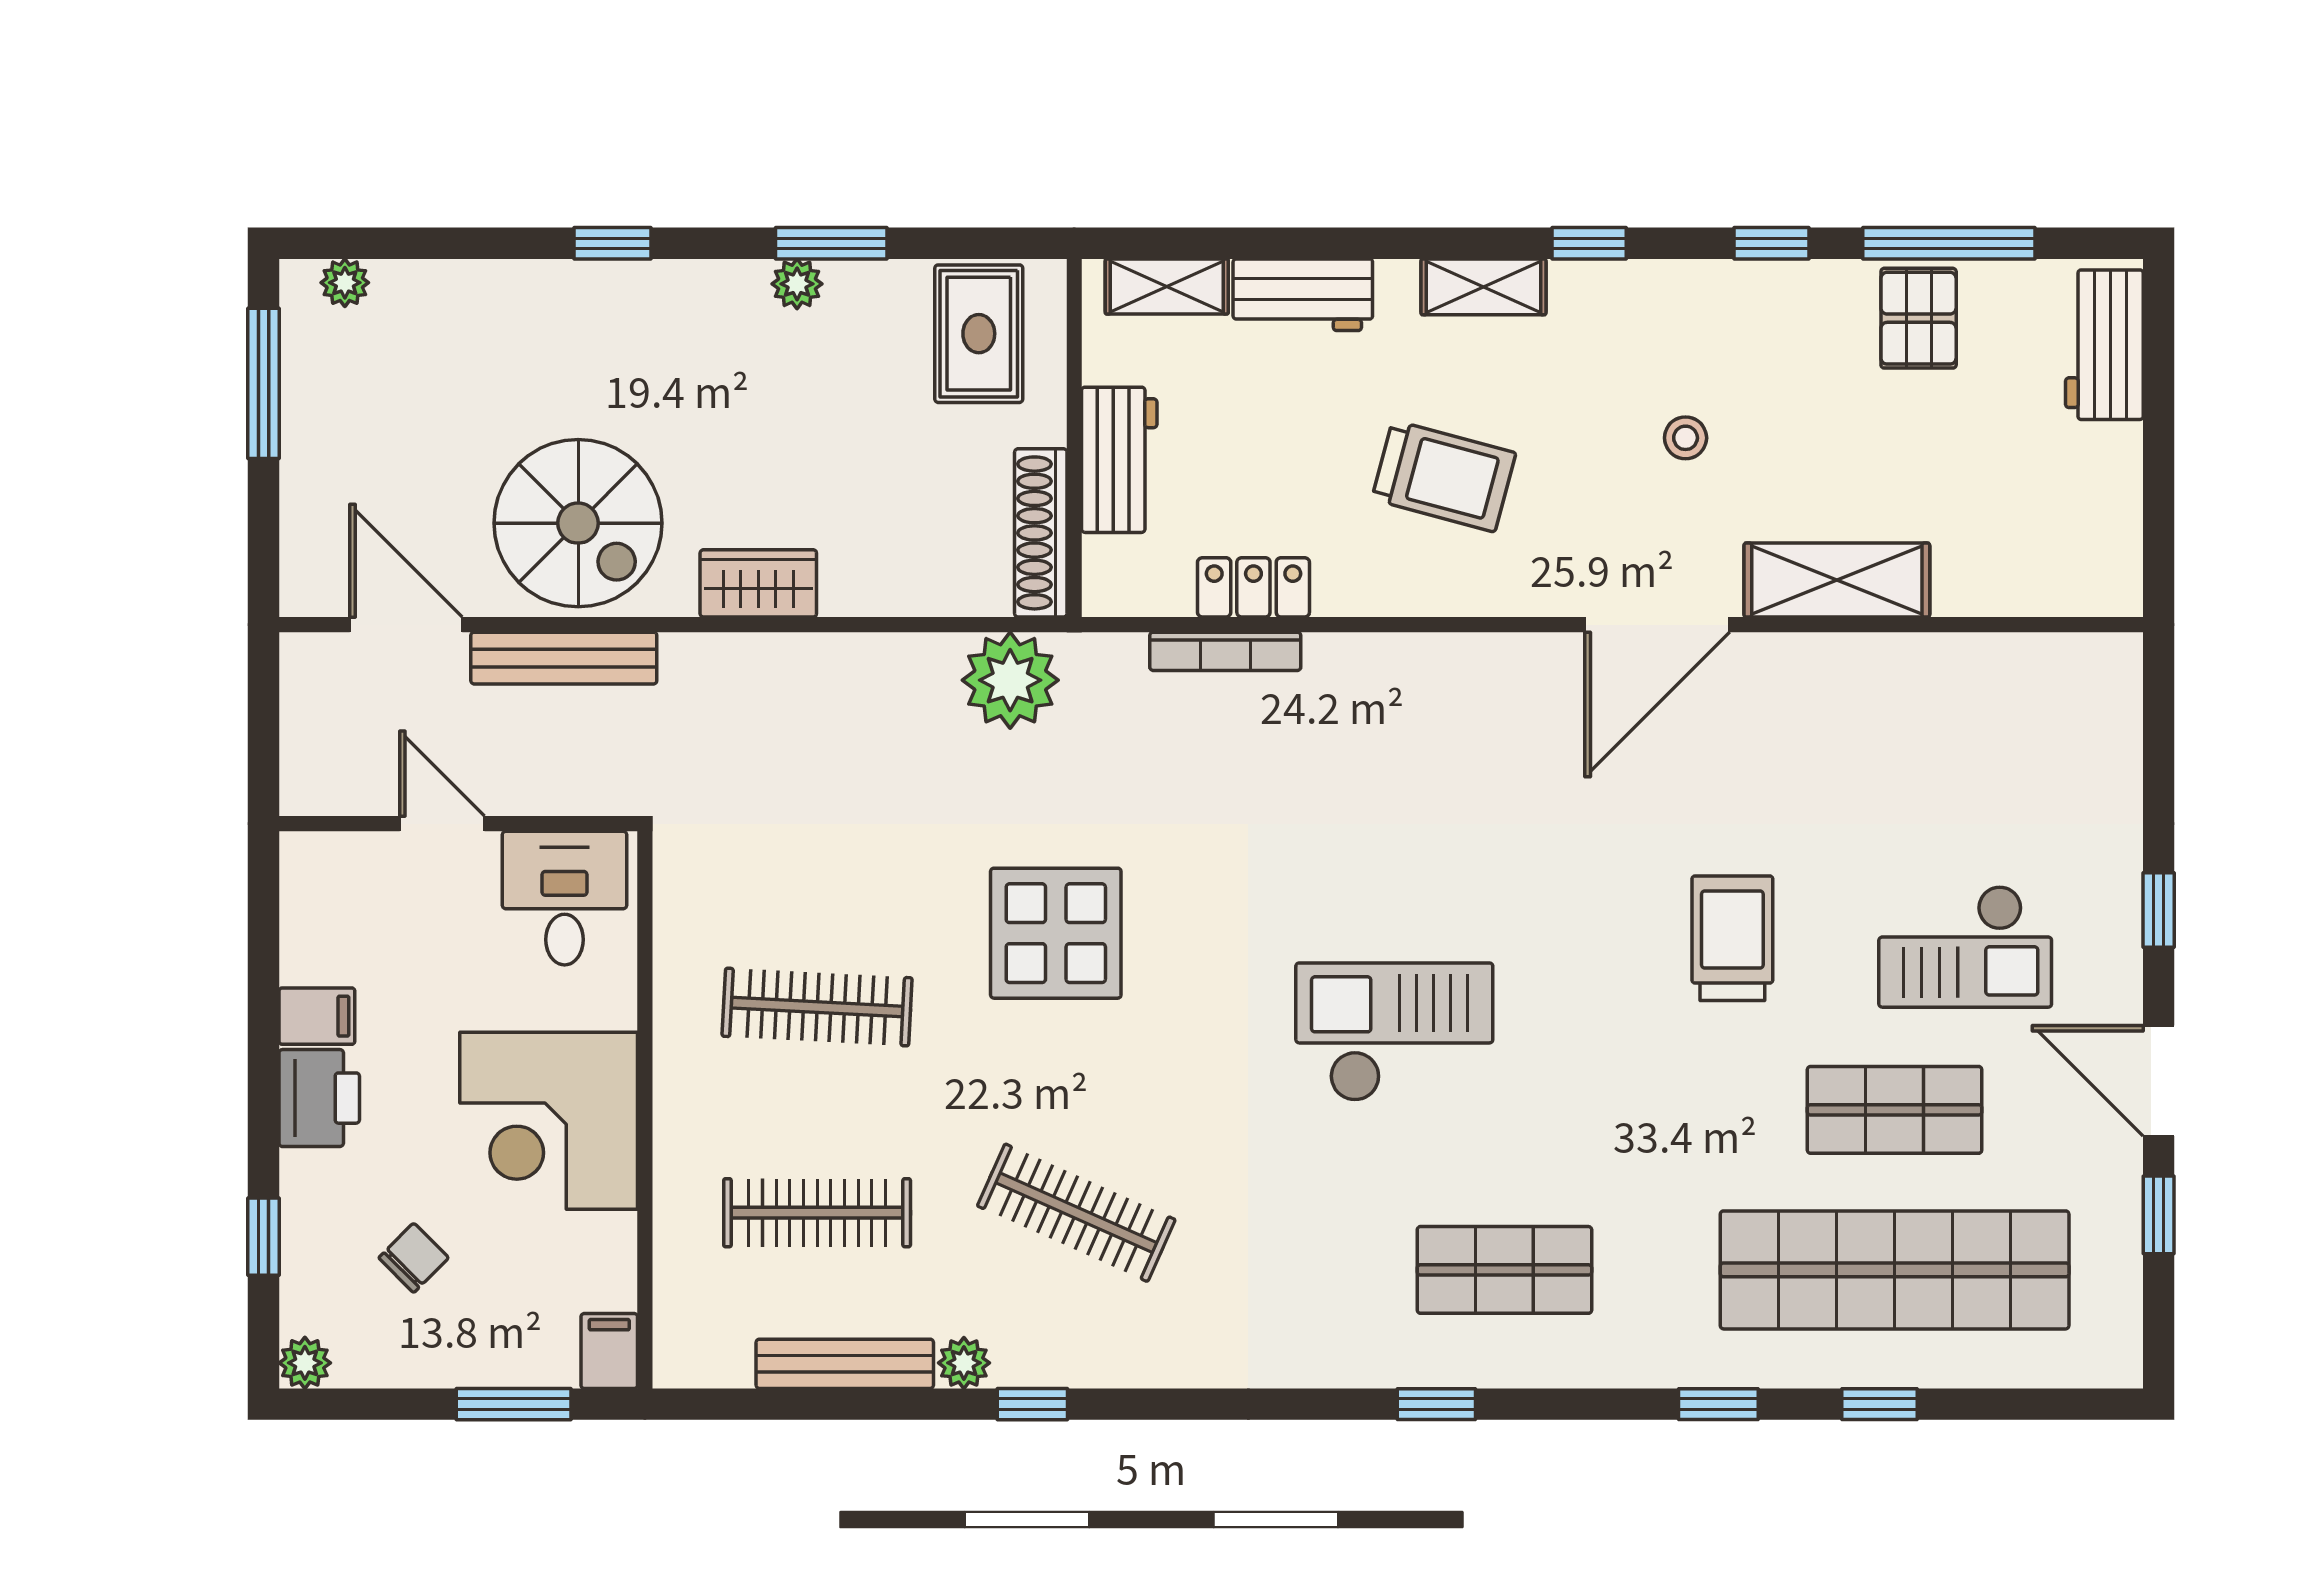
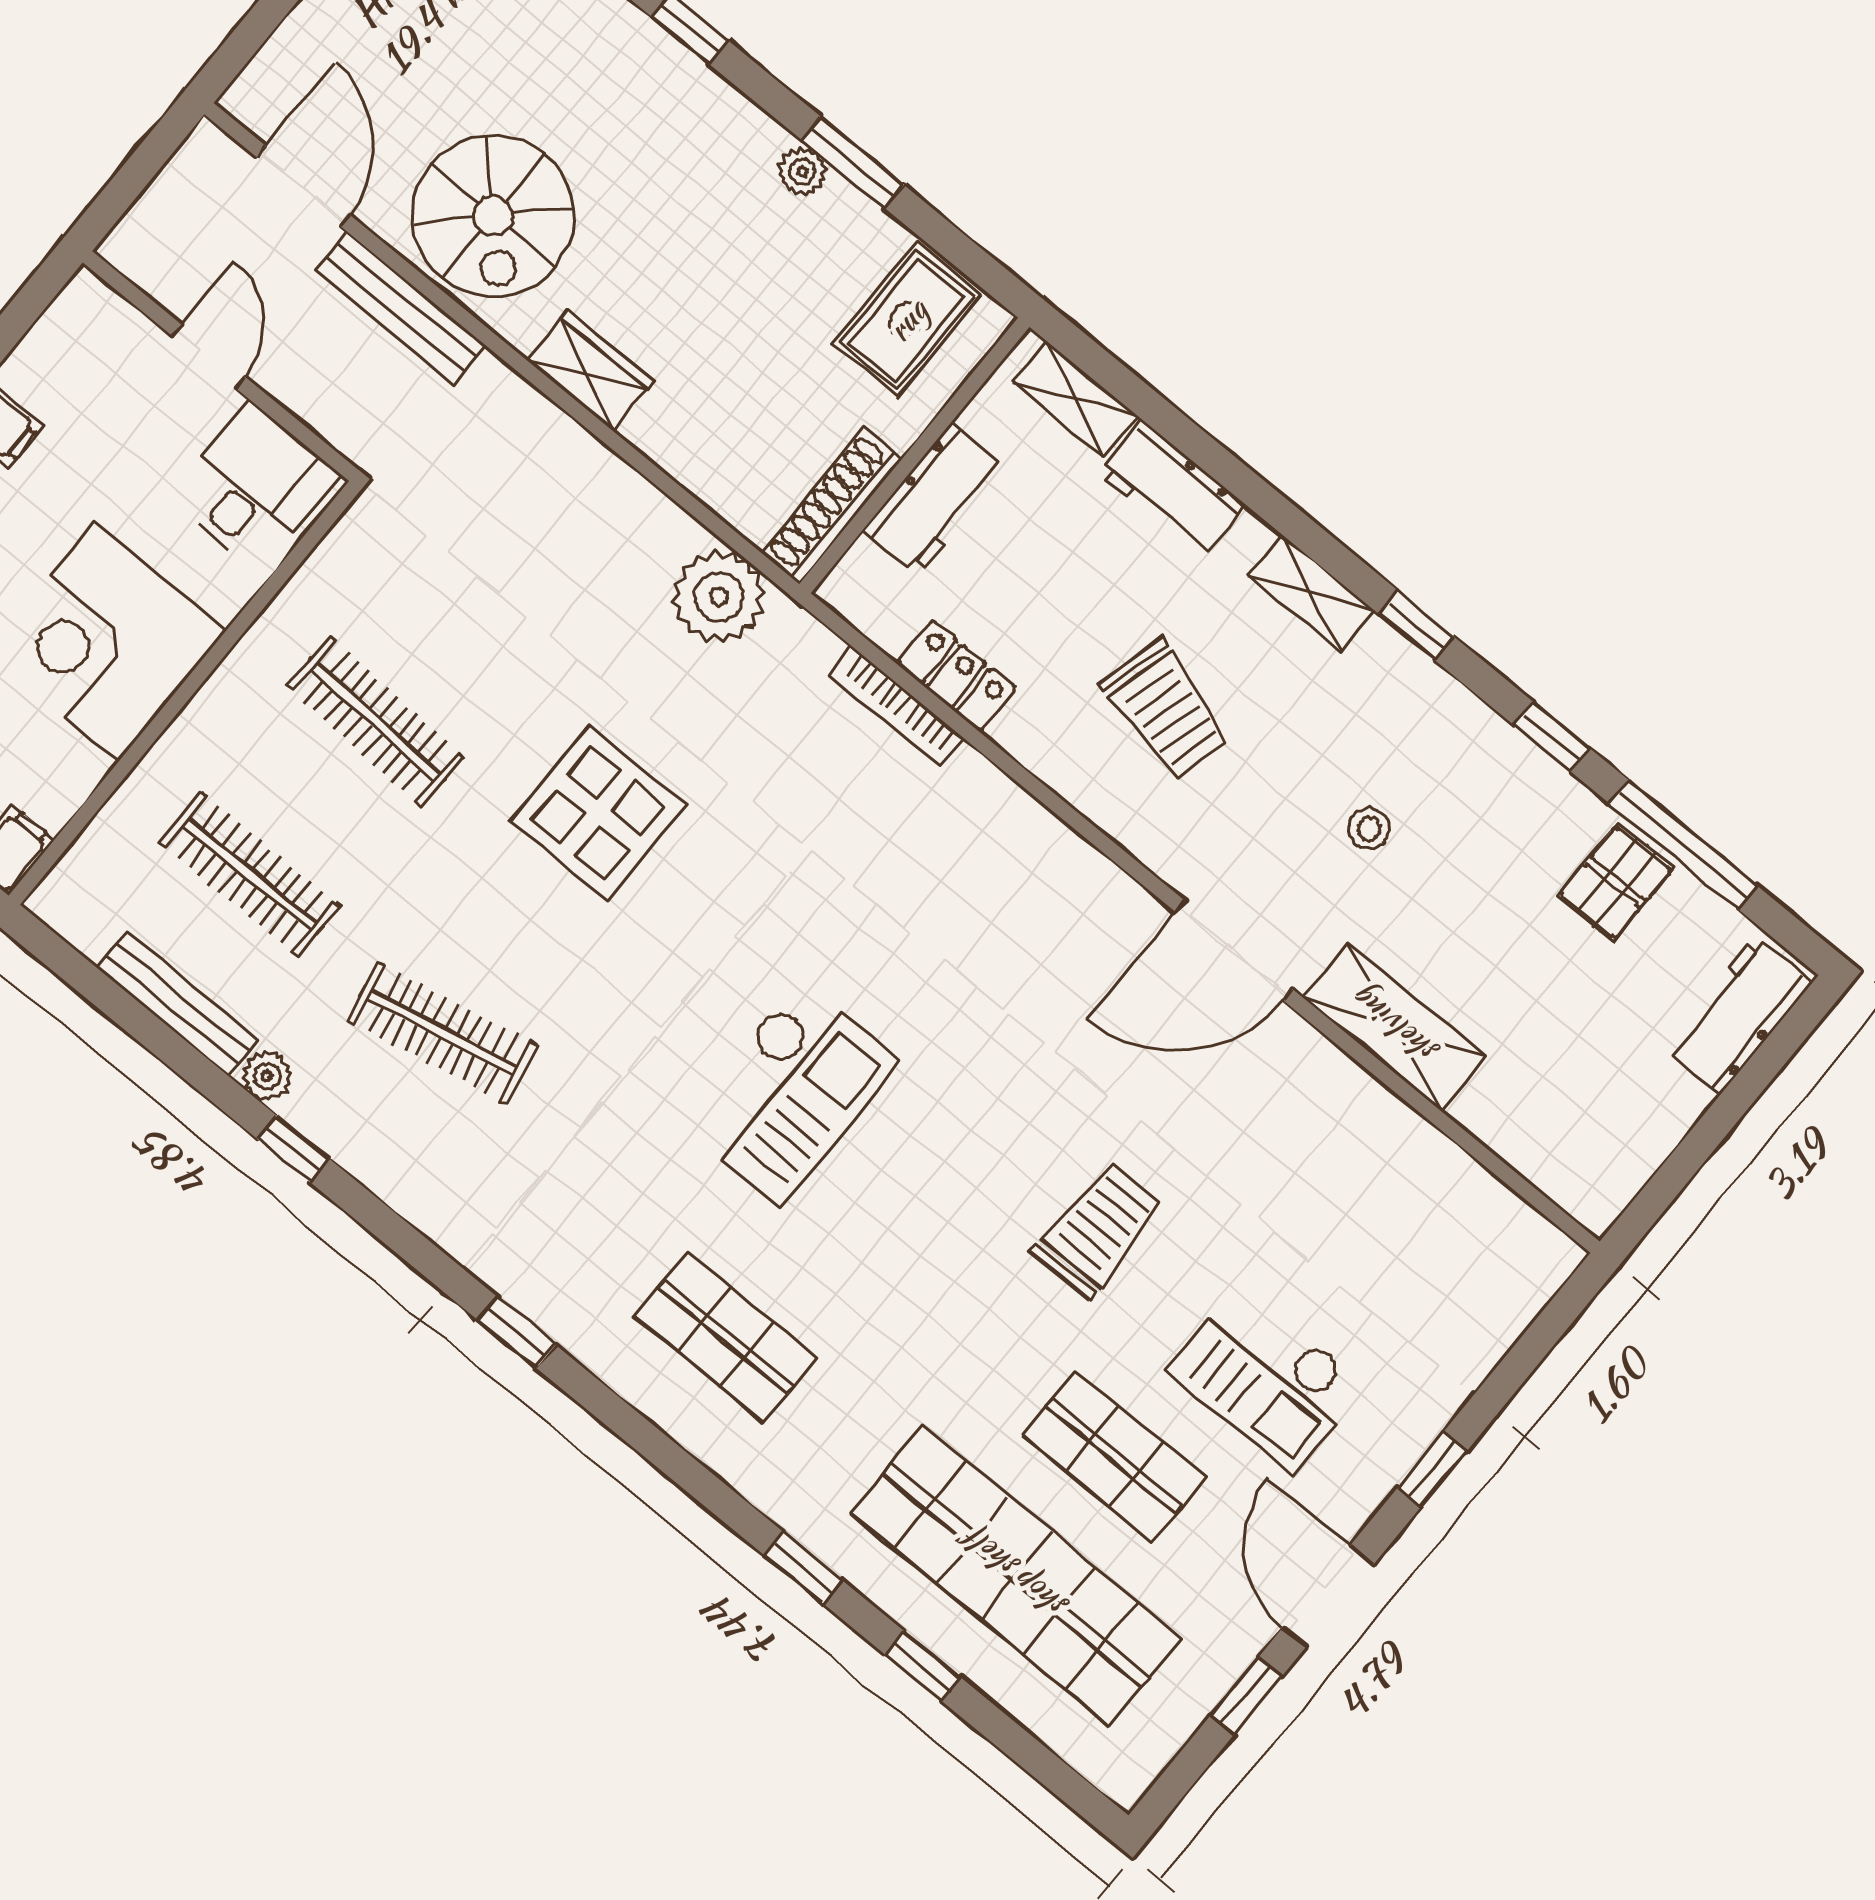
checkout: (1394, 1032) -> (789, 1093), turned 90
clothes rail: (1076, 1213) -> (443, 1033), turned -36
window: (1436, 1404) -> (517, 1333), moved

